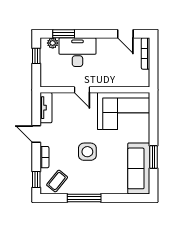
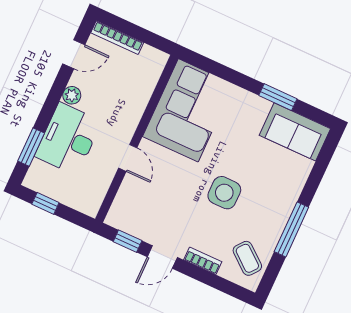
plant: (53, 43) -> (72, 95), moved
door: (82, 90) -> (128, 158), hinge flipped
tv unit: (46, 108) -> (130, 224), removed
sofa: (139, 168) -> (295, 132), width x0.73
window: (36, 179) -> (128, 241), moved

